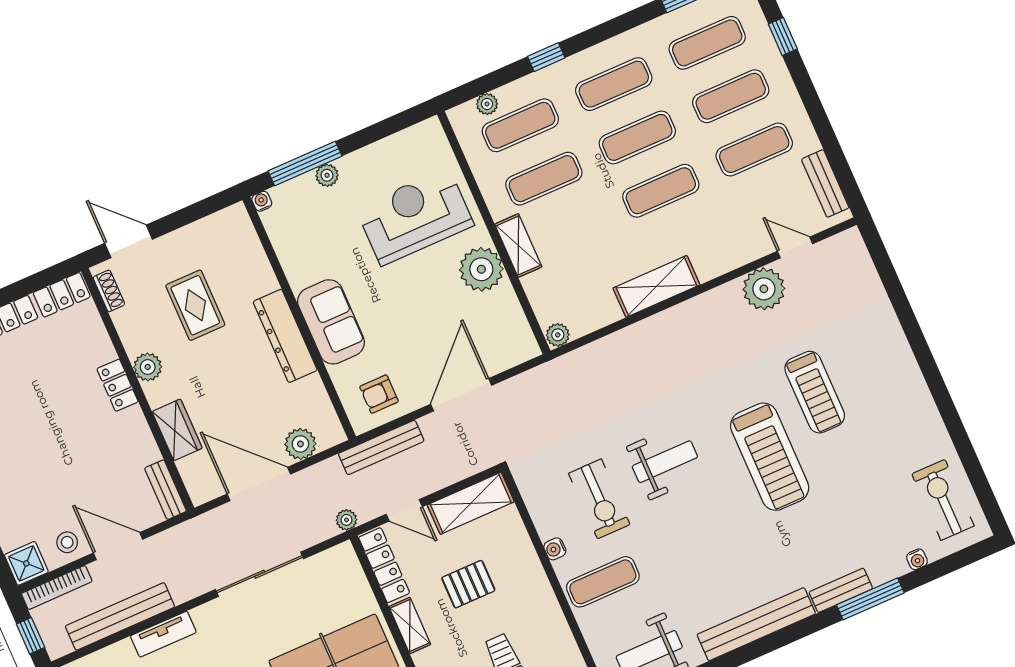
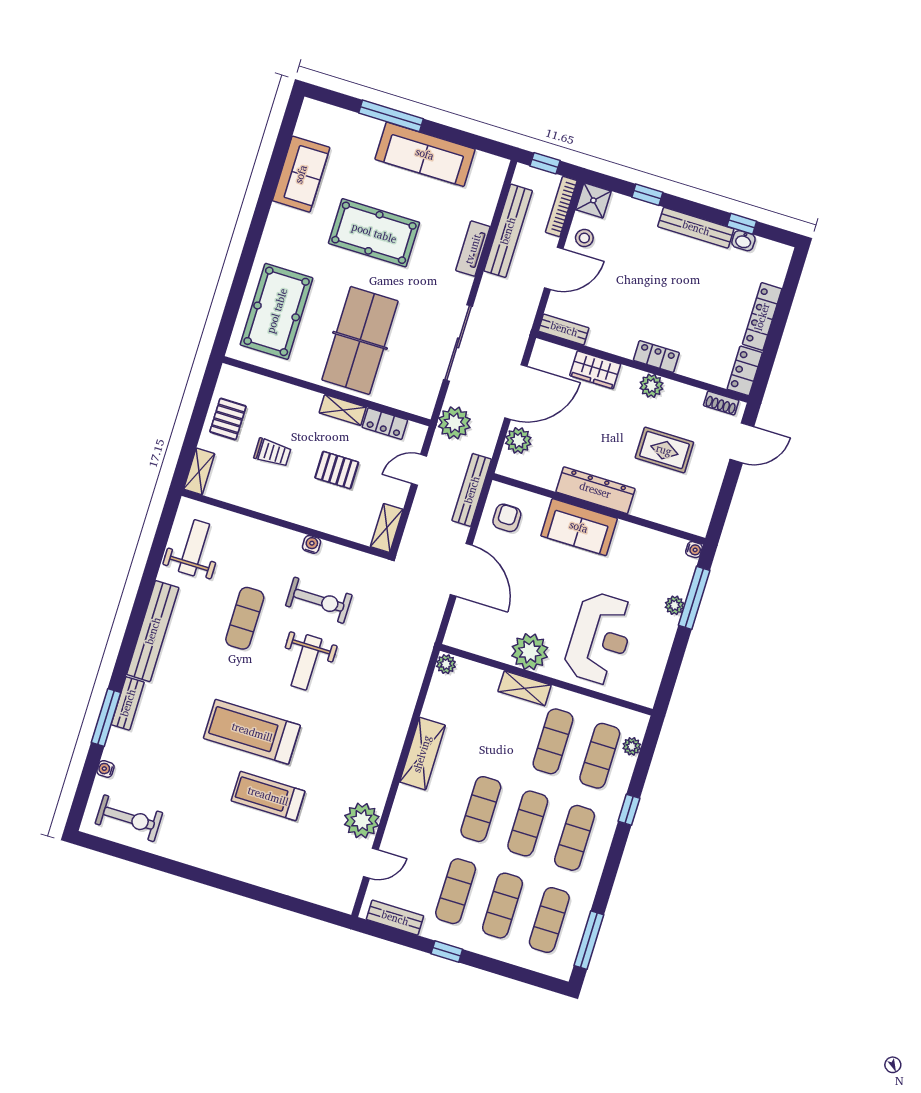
window: (783, 37) -> (447, 952), moved
exercise bike: (599, 499) -> (319, 600), turned 180
shelving: (471, 503) -> (387, 528), width x0.67, depth x0.75
plant: (346, 520) -> (454, 423), width x1.88, depth x1.88
locker: (384, 565) -> (385, 424), width x0.66
exercise mat: (603, 582) -> (245, 618), moved
pallet: (468, 584) -> (337, 470), turned 90

